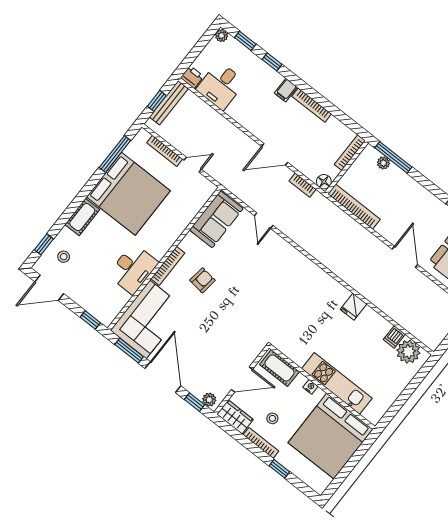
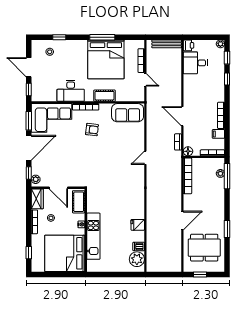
filing cabinet: (286, 90) -> (218, 134), moved
window: (157, 101) -> (163, 37), removed
window: (115, 154) -> (102, 37), moved
cot: (82, 217) -> (105, 96), moved
door: (264, 221) -> (145, 158), moved
window: (44, 244) -> (59, 37), moved
door: (49, 288) -> (29, 67), moved
fridge: (353, 307) -> (138, 225), moved
window: (279, 469) -> (29, 253), moved

